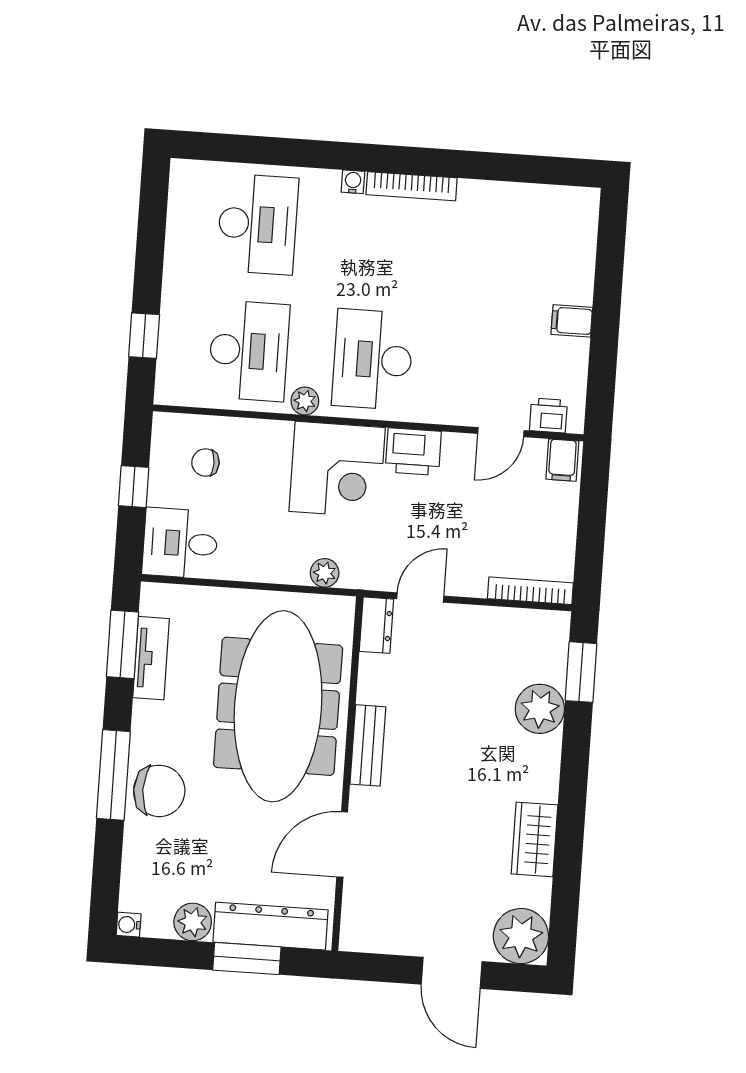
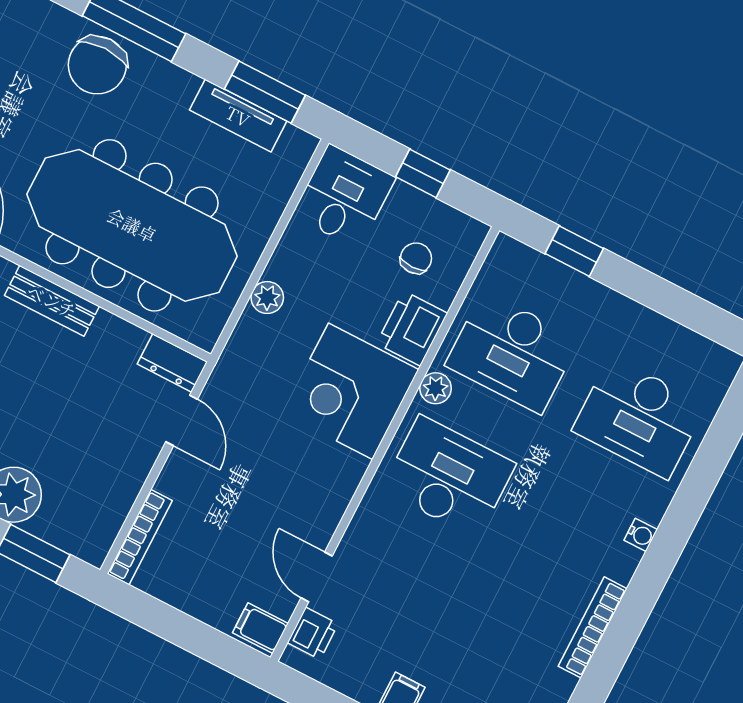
bookcase: (412, 186) -> (593, 627), moved
printer: (413, 452) -> (412, 328), moved
plant: (325, 573) -> (267, 298), moved

